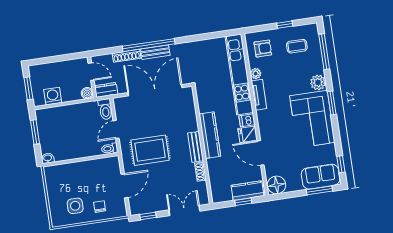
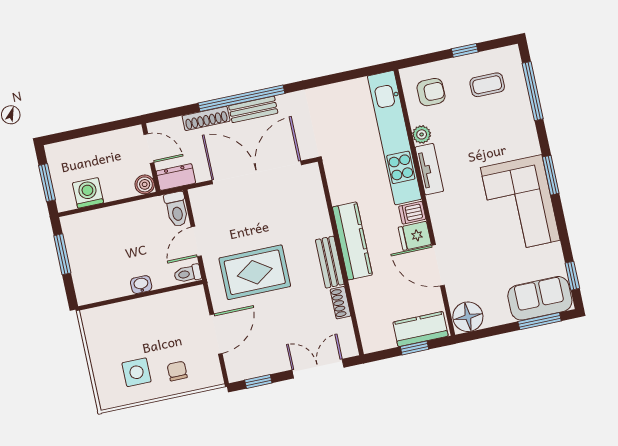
plant: (318, 82) -> (526, 143), removed
washbasin: (48, 158) -> (141, 285), moved

